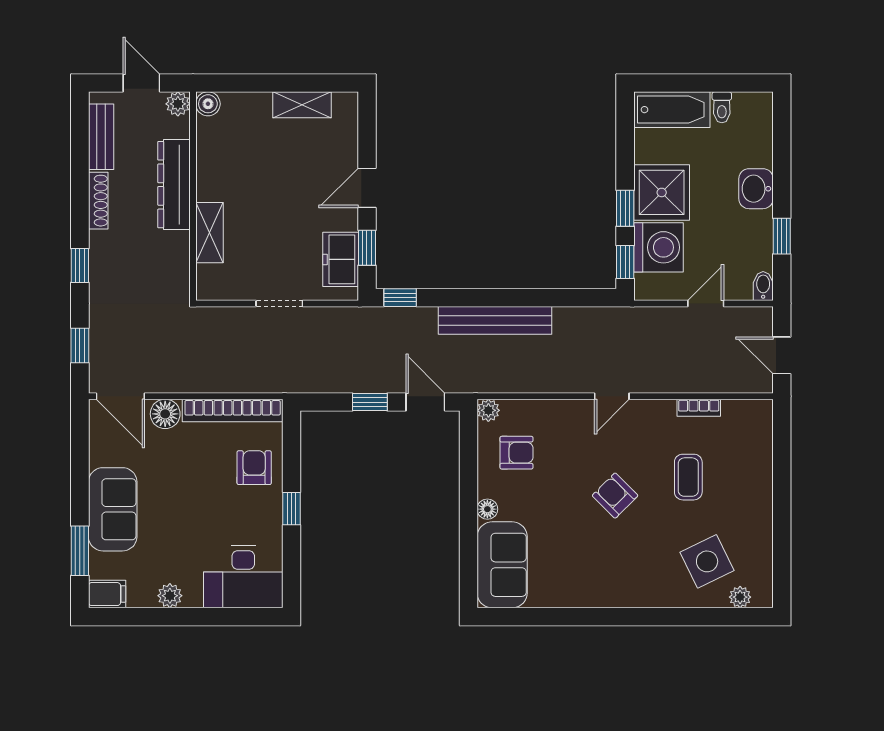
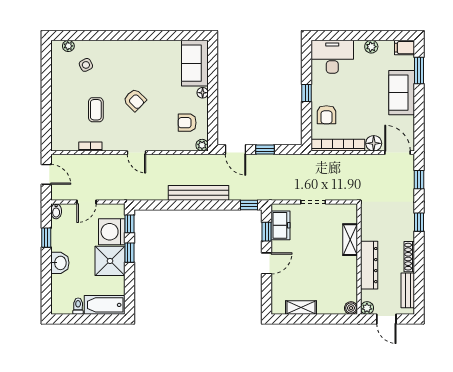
door: (612, 396) -> (137, 153), swing flipped
side table: (707, 561) -> (86, 65), width x0.54, depth x0.54

